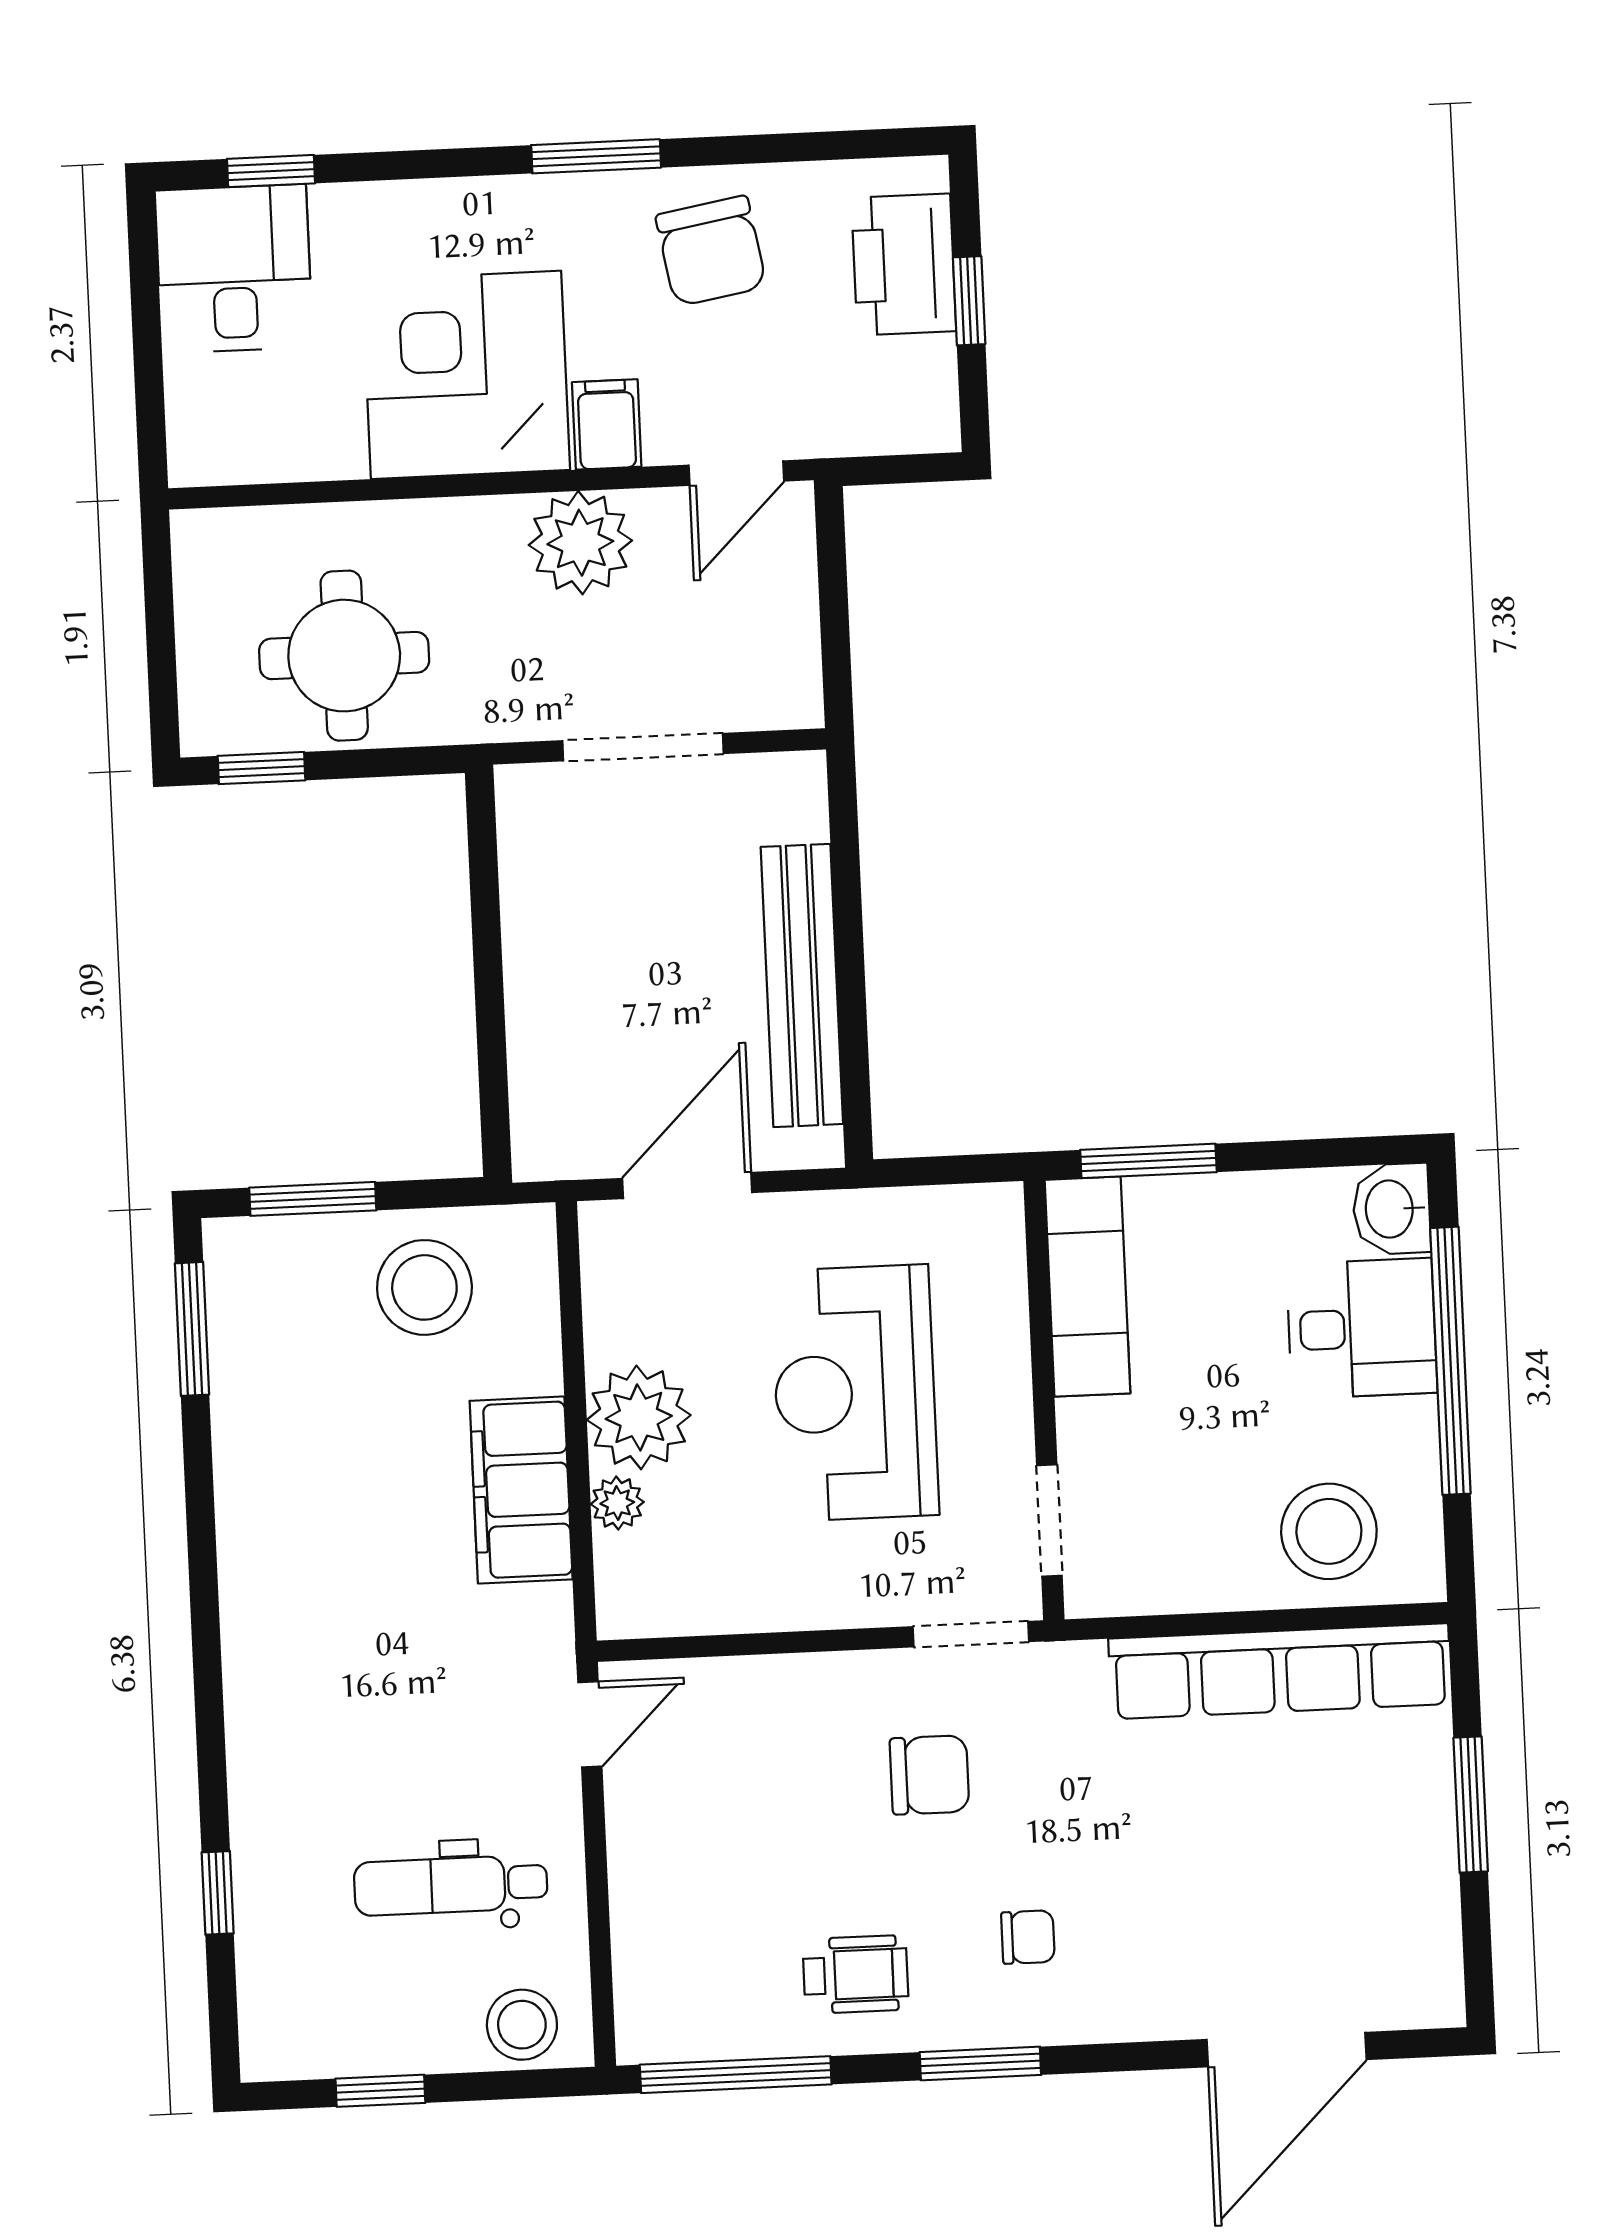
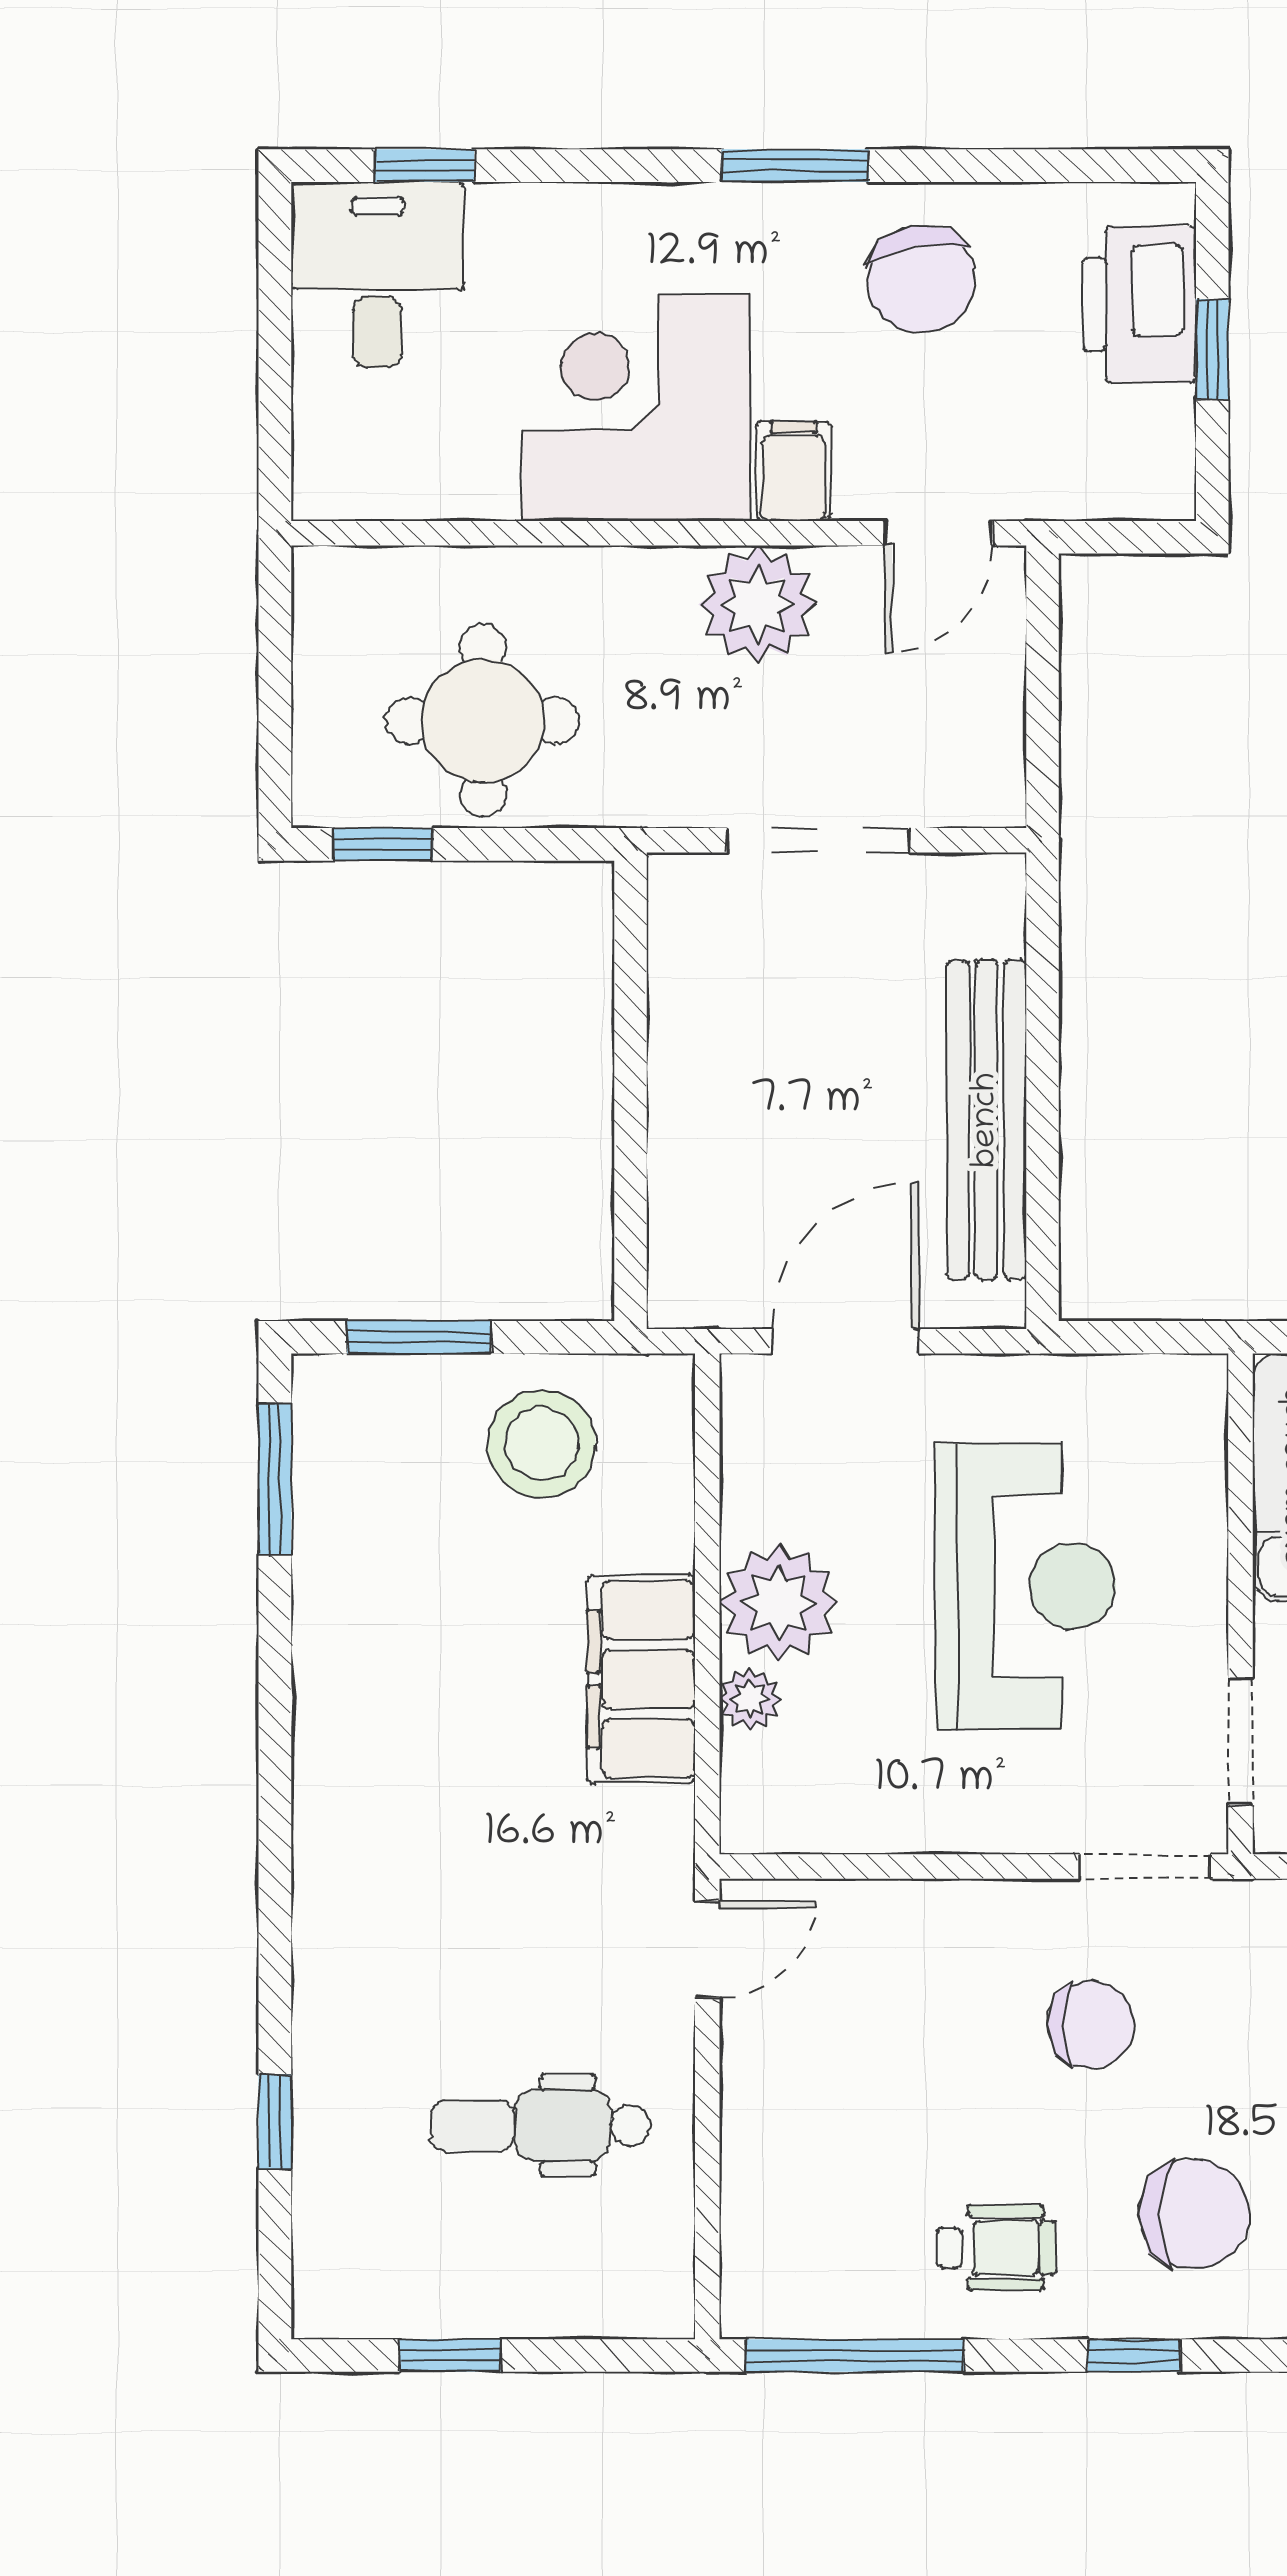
reception desk: (855, 1393) -> (1026, 1586), turned 180
chair: (1028, 1937) -> (1195, 2214), width x1.87, depth x1.87
stool: (522, 2025) -> (614, 2288), removed
window: (980, 2063) -> (1134, 2355), width x0.67

